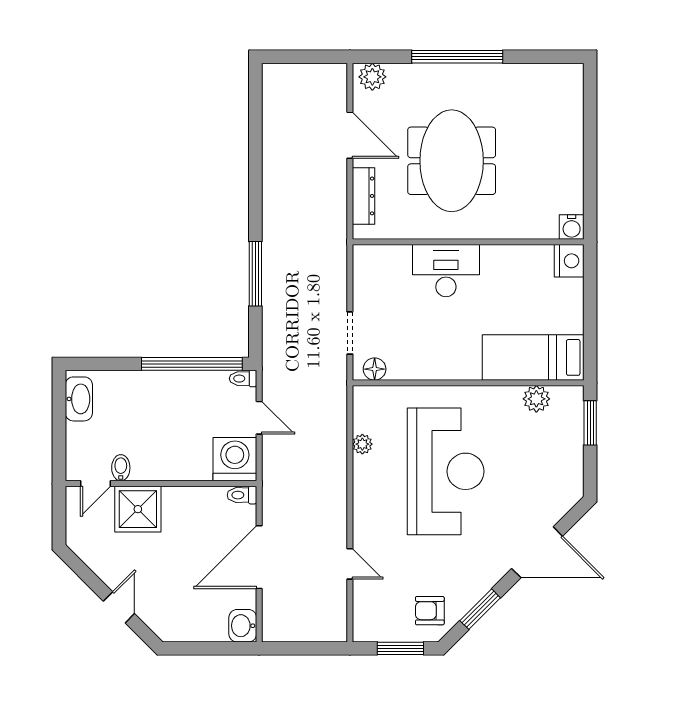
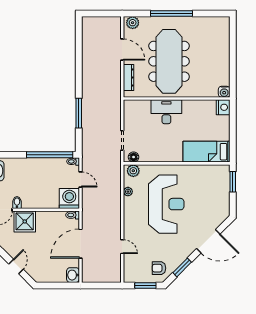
meeting table: (452, 161) -> (169, 61), width x1.36
plant: (536, 399) -> (133, 171), moved

